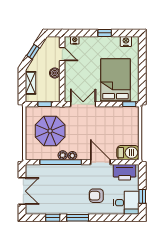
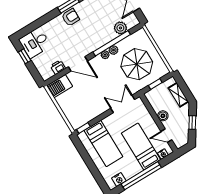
window: (105, 33) -> (141, 176), width x3.17
bed: (90, 58) -> (141, 146), added
bed: (115, 80) -> (103, 144), width x0.67
double door: (83, 104) -> (123, 104), swing flipped
plant: (45, 171) -> (120, 28), added
printer: (125, 172) -> (58, 67), width x0.53, depth x0.68
armchair: (96, 196) -> (71, 17), moved

